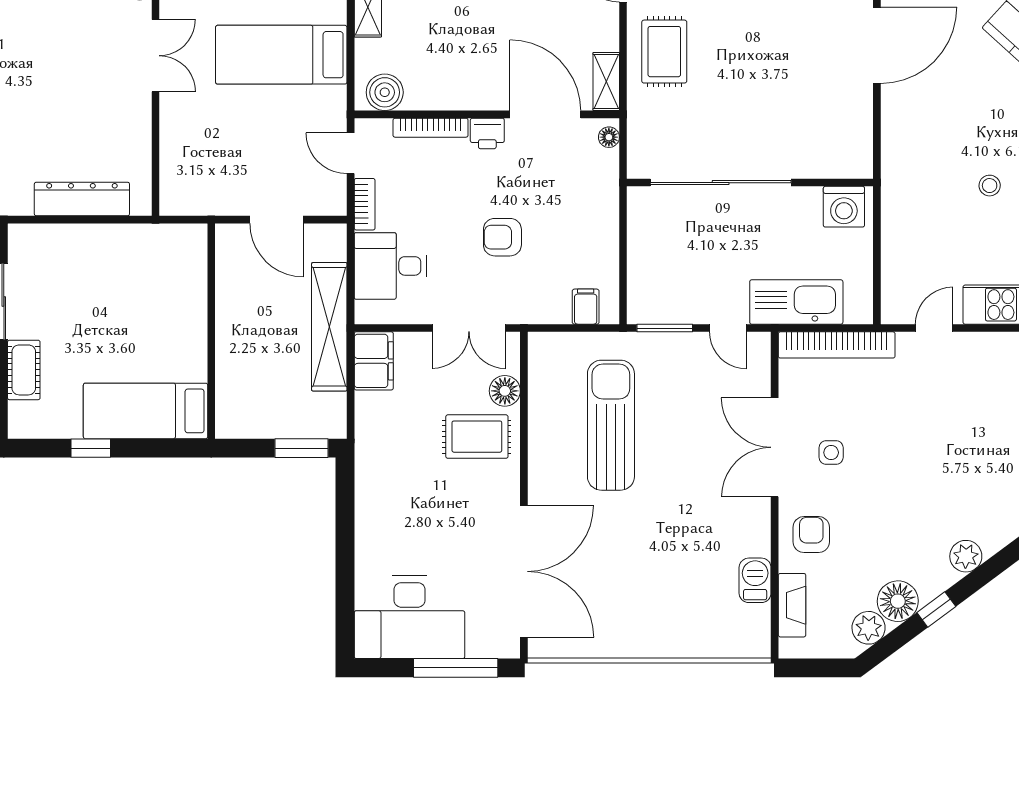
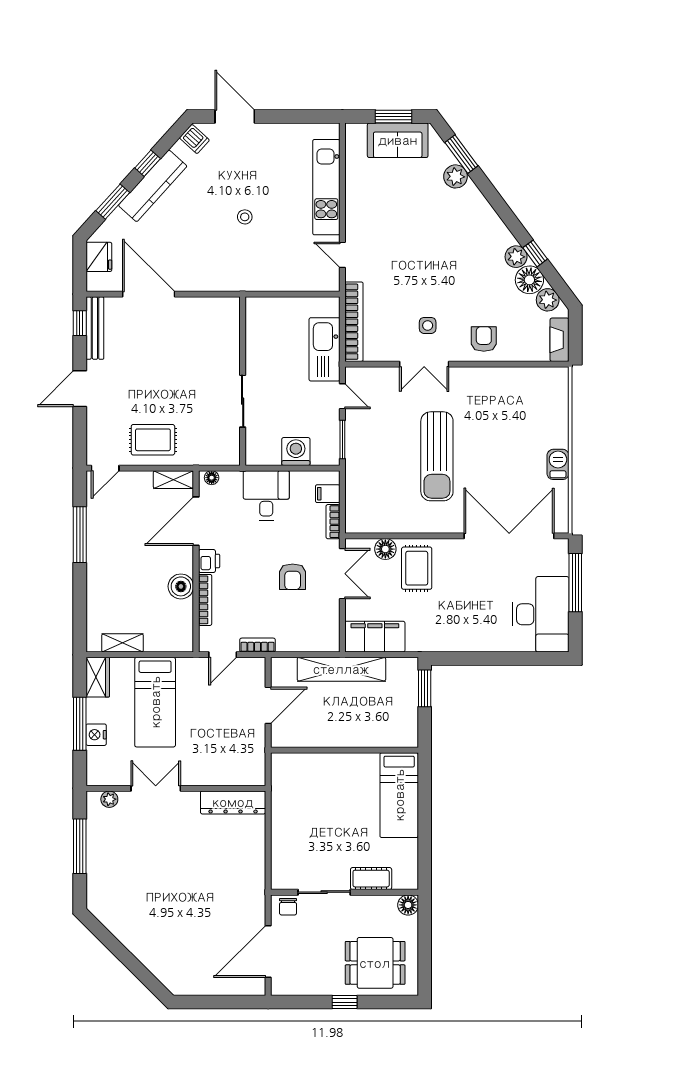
boiler: (385, 92) -> (181, 586), moved
sliding door: (721, 183) -> (243, 401), width x0.54
dresser: (82, 199) -> (233, 802), moved, turned -90
washing machine: (844, 207) -> (296, 451), moved, turned -90
armchair: (502, 237) -> (293, 577), moved
desk: (390, 266) -> (266, 495), moved, turned 180
bookcase: (545, 314) -> (333, 522), added
door: (728, 328) -> (342, 396), hinge flipped
filing cabinet: (374, 361) -> (375, 637), width x1.50, depth x1.17
sun lounger: (611, 425) -> (437, 456), moved, turned -90
double door: (775, 447) -> (424, 364), width x0.73
window: (91, 448) -> (425, 833), removed
armchair: (811, 535) -> (484, 339), turned 90
plant: (966, 556) -> (516, 257), moved
barbecue: (755, 580) -> (558, 464), moved, turned 90
fireplace: (792, 605) -> (559, 340), moved, turned -90

